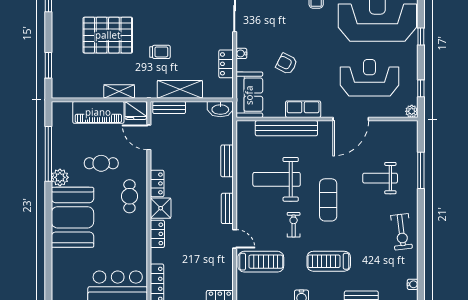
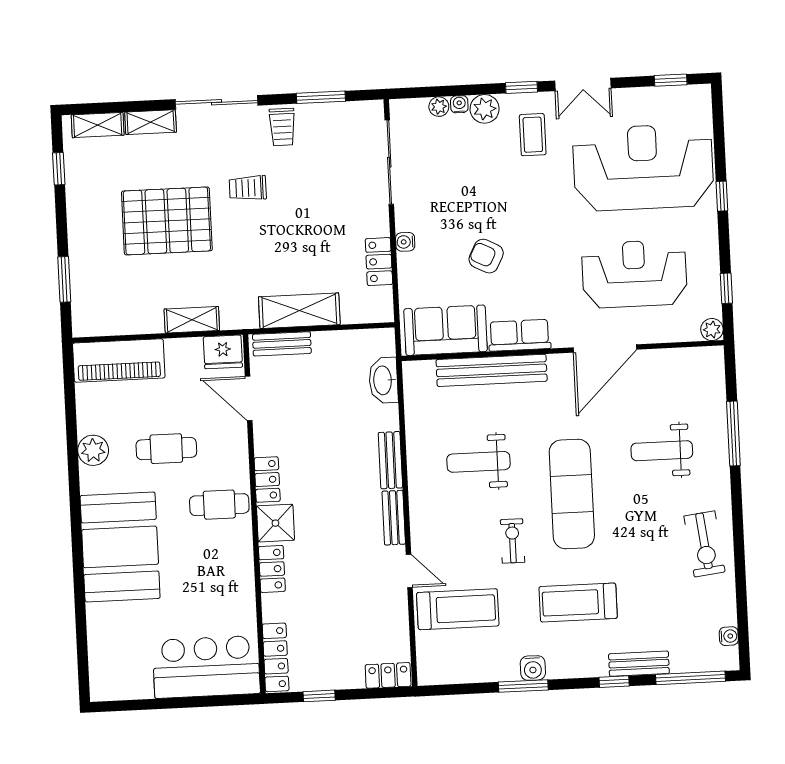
trolley: (160, 52) -> (248, 188), moved, turned 180
sofa: (249, 95) -> (446, 330), moved, turned -90
washbasin: (220, 109) -> (383, 380), moved, turned 90
piano: (98, 112) -> (119, 361), moved
window: (48, 154) -> (72, 436), removed
bench: (227, 161) -> (390, 460), moved
plant: (60, 177) -> (93, 450), moved
weight bench: (277, 179) -> (478, 462), width x0.73, depth x0.75
cafe table: (129, 196) -> (219, 505), turned 90
exercise mat: (328, 200) -> (572, 494), width x1.36, depth x1.45

